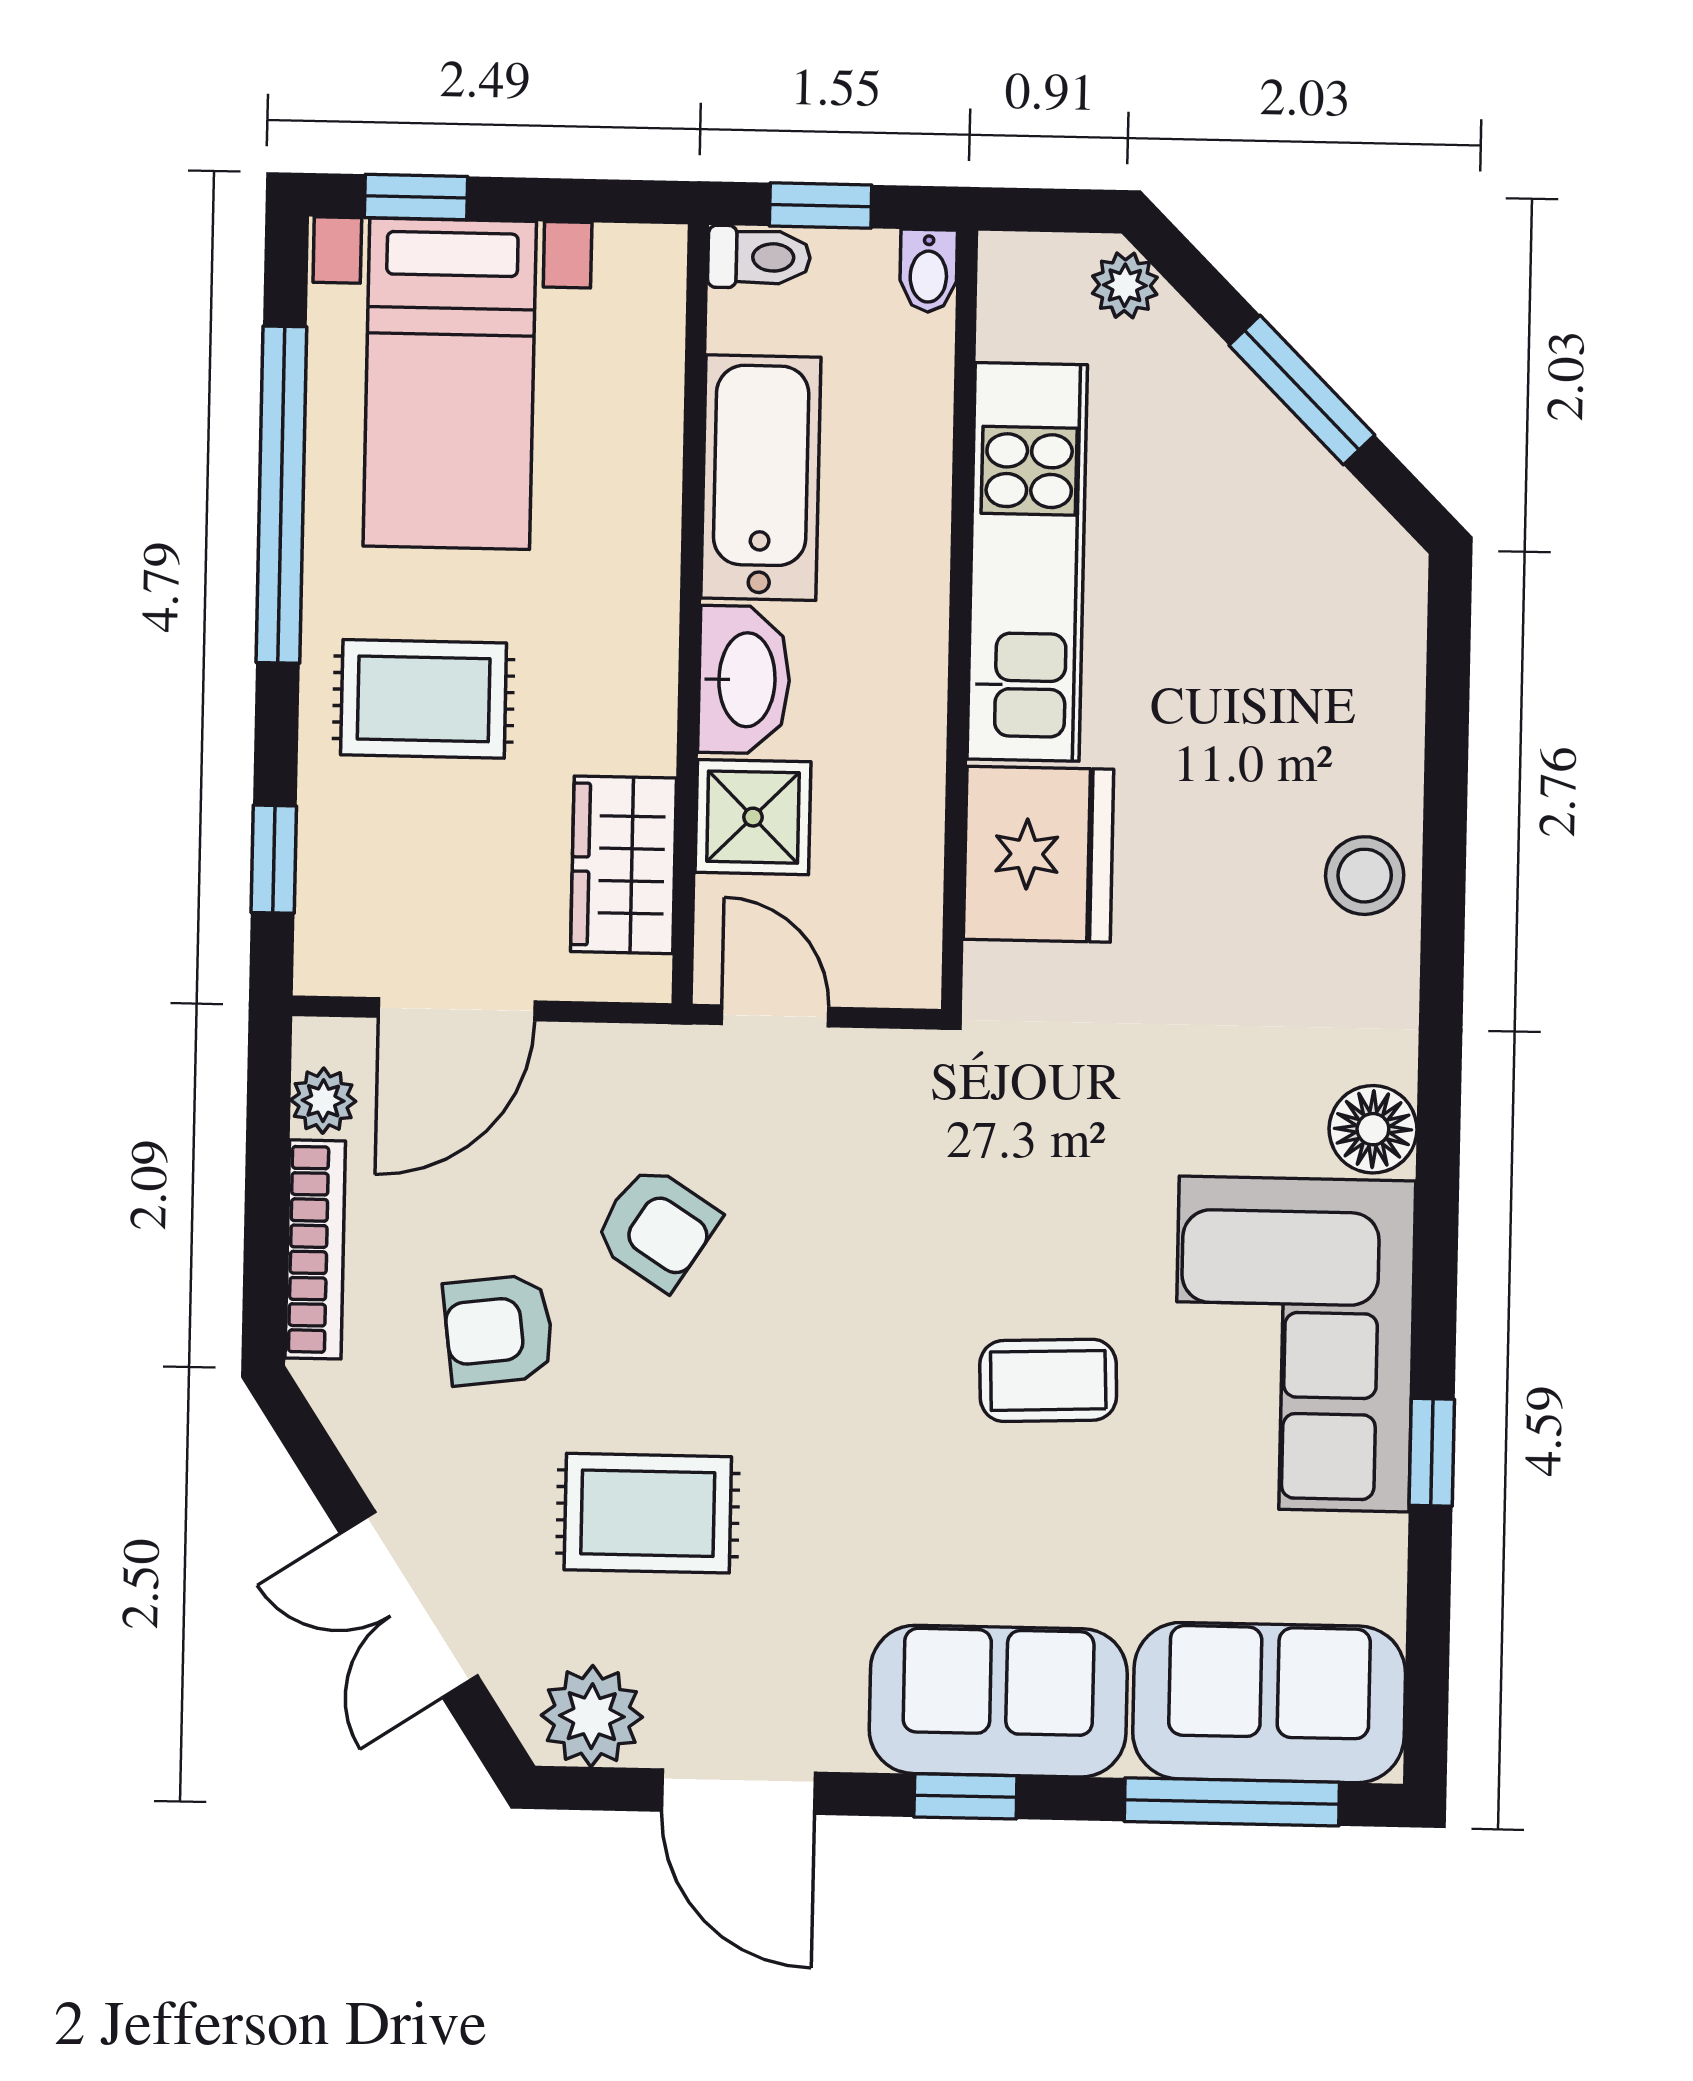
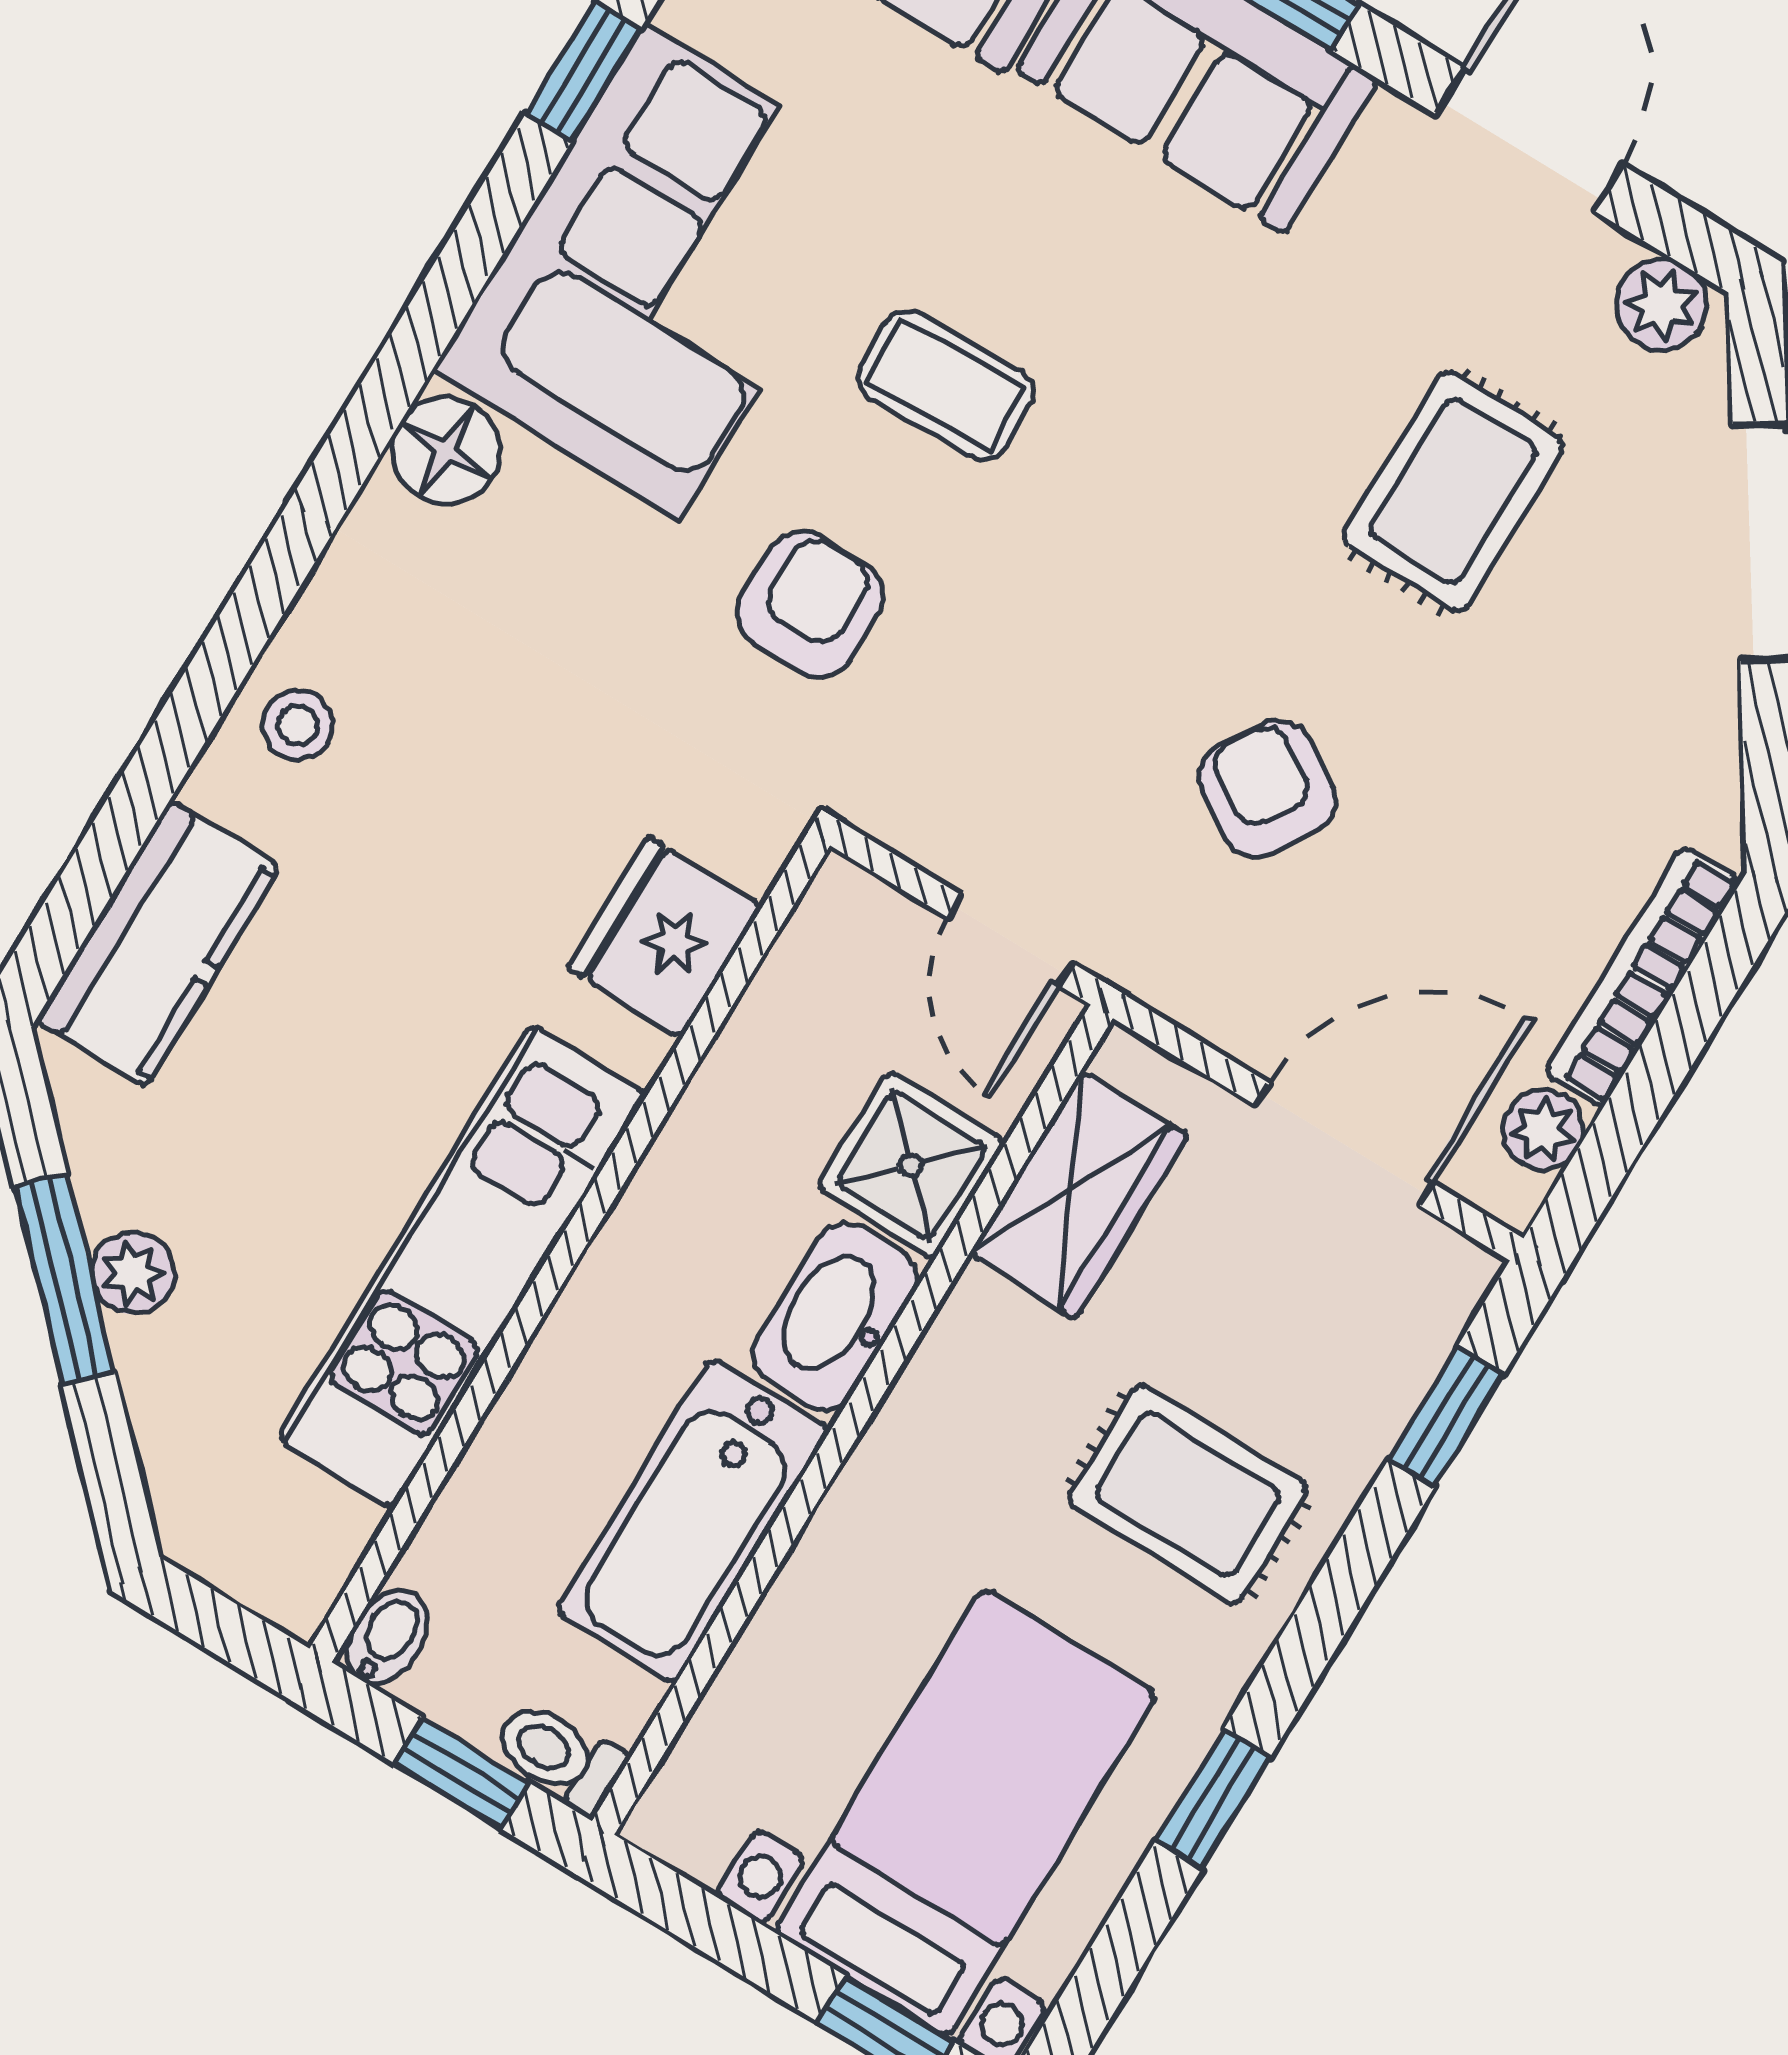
plant: (1125, 285) -> (133, 1273), moved
window: (281, 495) -> (1213, 1799), width x0.32
kitchen counter: (1374, 665) -> (158, 944), added
fridge: (1039, 854) -> (665, 937), width x0.73, depth x0.75
stool: (1365, 876) -> (298, 725), width x0.73, depth x0.73
armchair: (499, 1330) -> (810, 604), moved, turned -83
rug: (648, 1513) -> (1453, 491), turned 90
plant: (592, 1716) -> (1661, 305), width x0.73, depth x0.73

